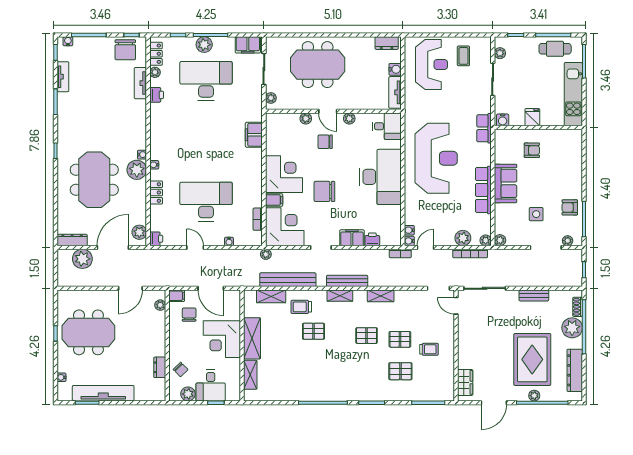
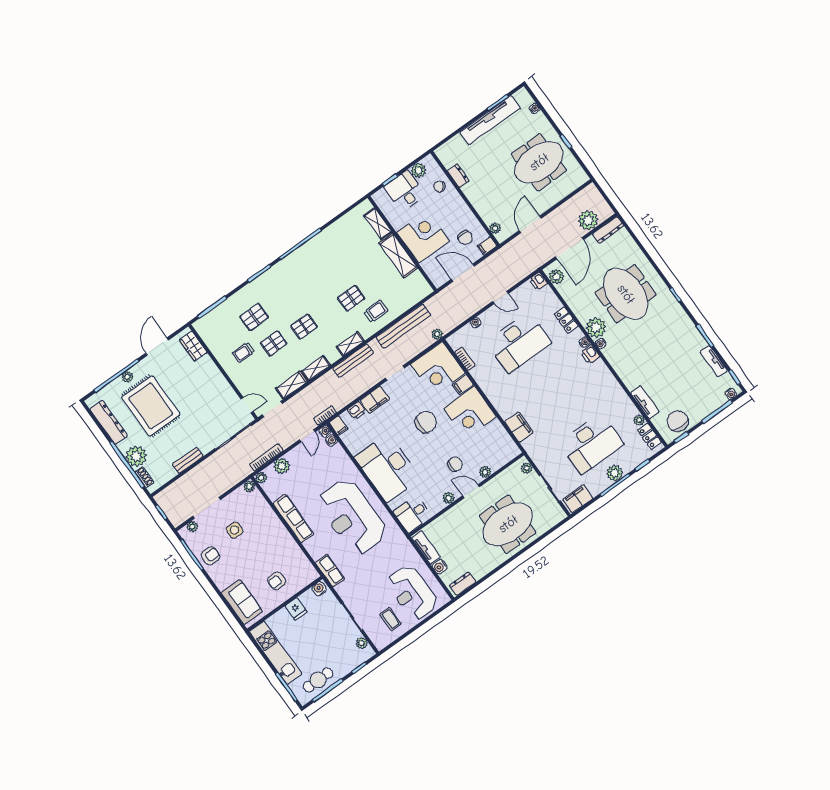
printer: (157, 95) -> (590, 354), moved
sofa: (505, 183) -> (242, 602), moved, turned 180
filing cabinet: (395, 238) -> (339, 426), added
shelving: (271, 296) -> (291, 385), moved

